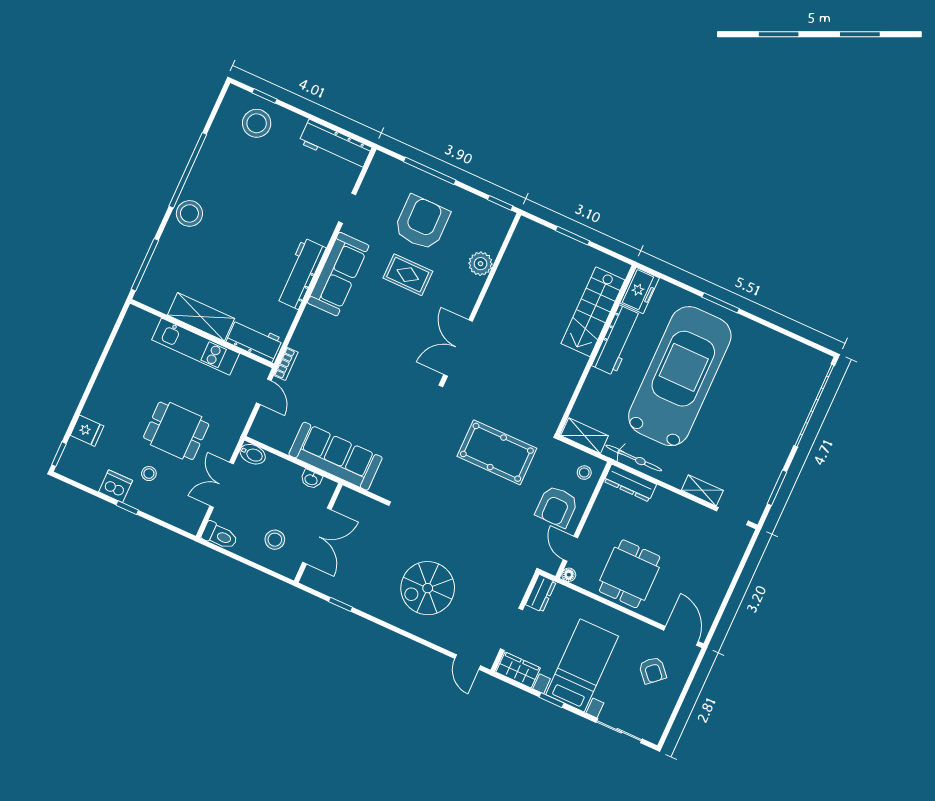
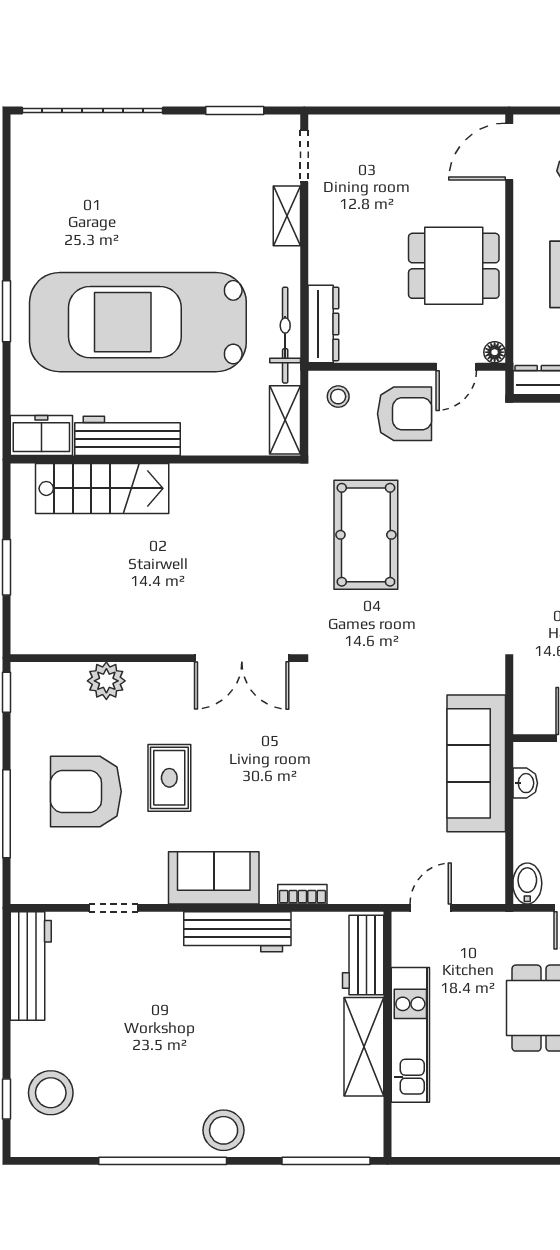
sofa: (338, 274) -> (214, 878), width x0.73
bookcase: (286, 364) -> (302, 894), moved

